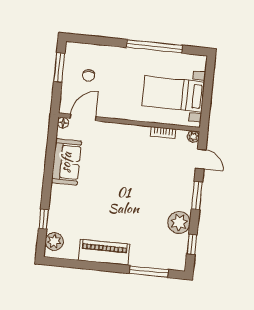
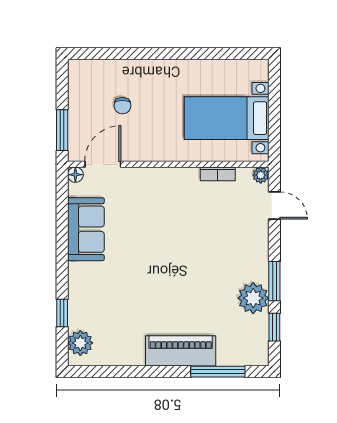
window: (154, 46) -> (193, 54), removed
window: (59, 67) -> (62, 130), moved
chair: (89, 75) -> (122, 106), moved
window: (197, 196) -> (274, 281), moved
piano: (104, 252) -> (181, 351), moved

